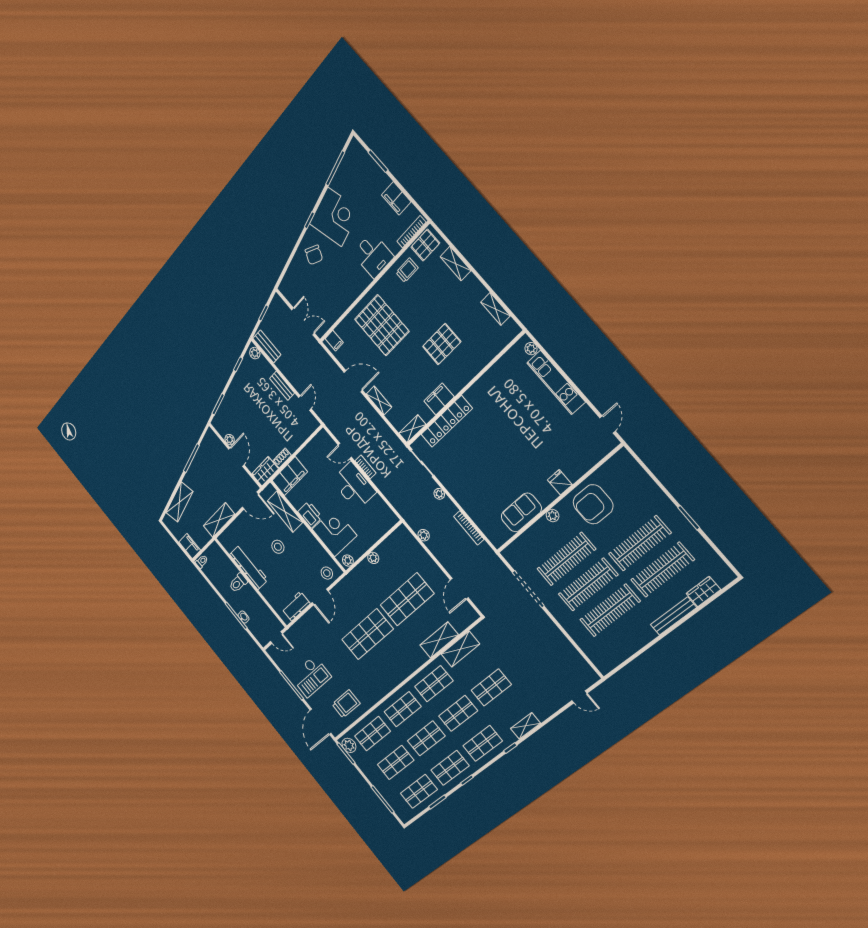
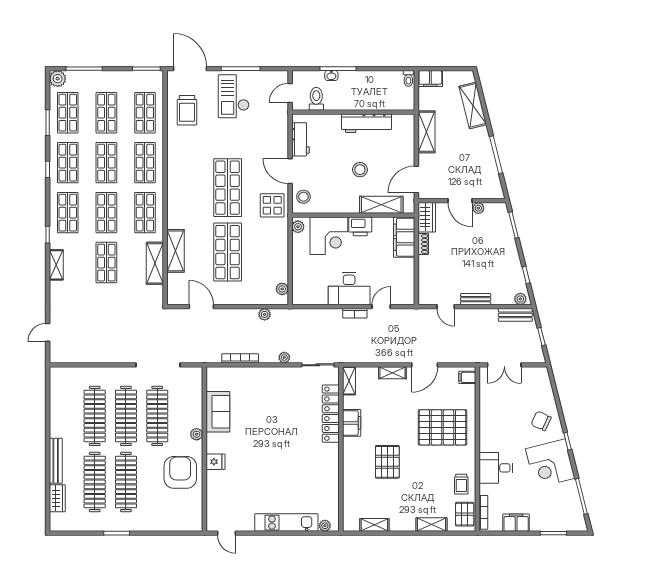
plant: (373, 558) -> (282, 289), moved
toilet: (238, 583) -> (316, 99), moved
display table: (351, 592) -> (272, 205), added
plant: (349, 745) -> (58, 79), moved

